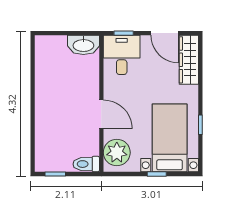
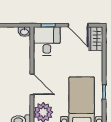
washbasin: (83, 45) -> (24, 32), width x0.52, depth x0.69
wardrobe: (189, 60) -> (96, 39), width x0.67

